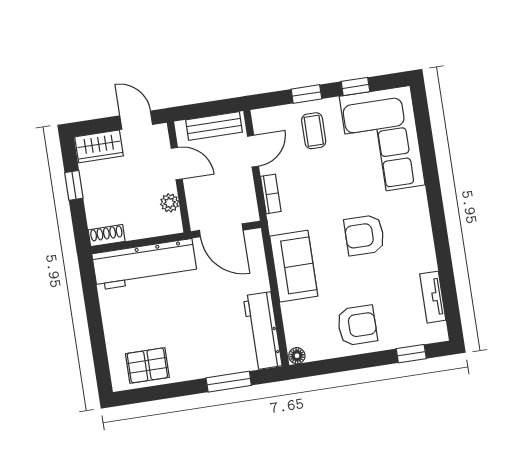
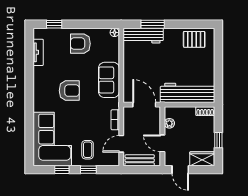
workbench: (262, 331) -> (143, 36), moved, turned 90

